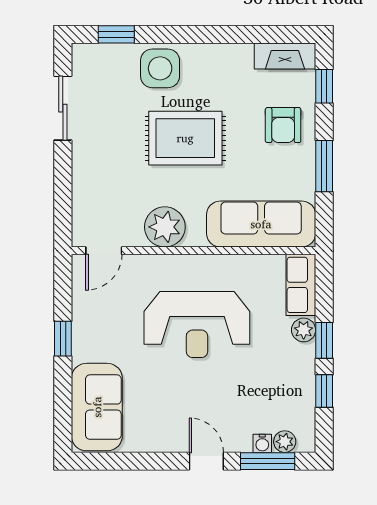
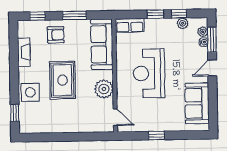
fireplace: (285, 56) -> (24, 52), moved
sliding door: (63, 108) -> (49, 137), removed
reception desk: (197, 325) -> (149, 73), turned 180
plant: (304, 330) -> (183, 23), moved
sofa: (97, 407) -> (197, 103), moved, turned -90

